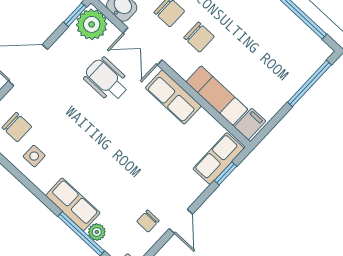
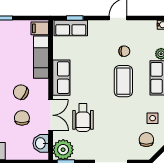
chair: (199, 37) -> (21, 92), turned -63
coffee table: (105, 162) -> (123, 81), added
chair: (148, 221) -> (124, 51), moved

